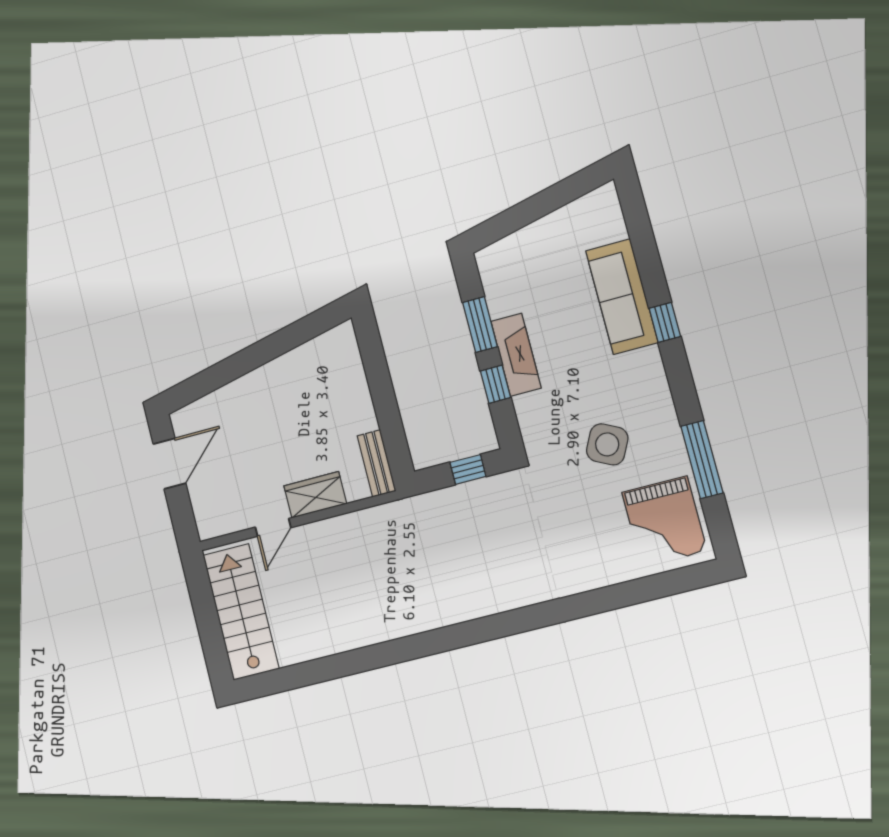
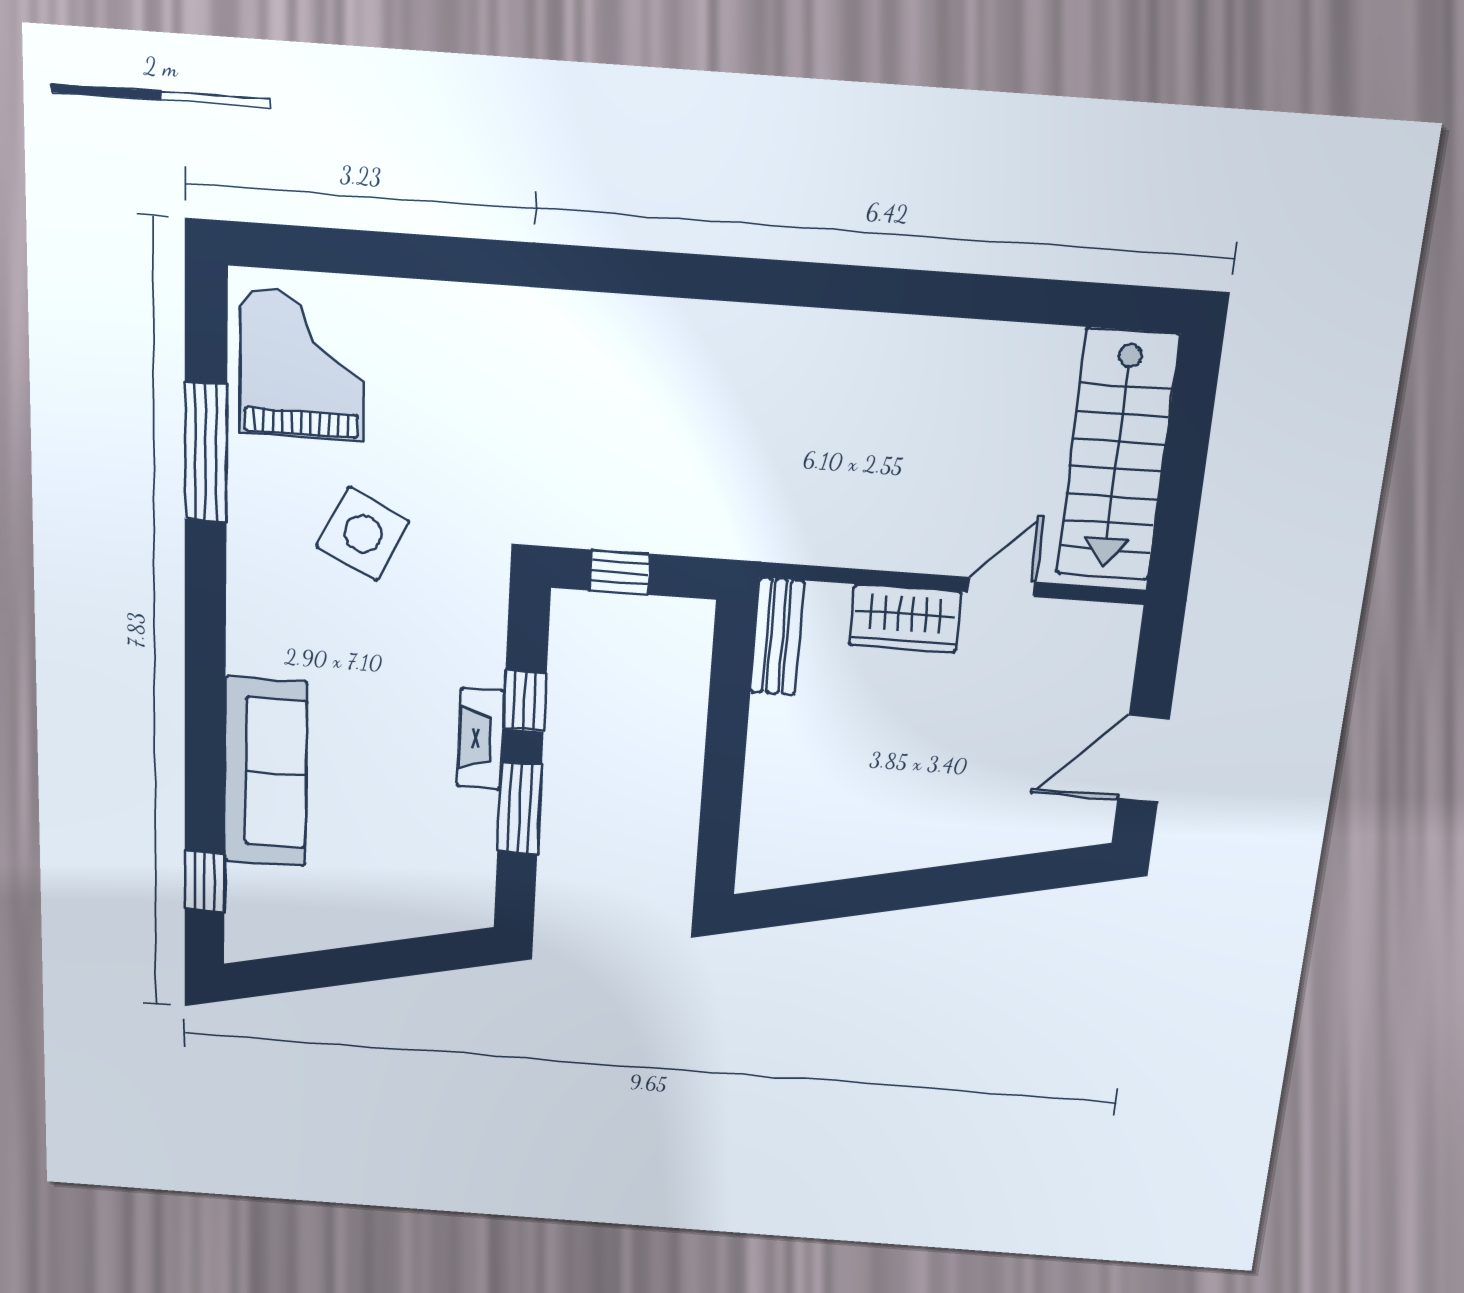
window: (665, 322) -> (205, 882), moved
fireplace: (516, 355) -> (481, 739), width x0.73, depth x0.76

